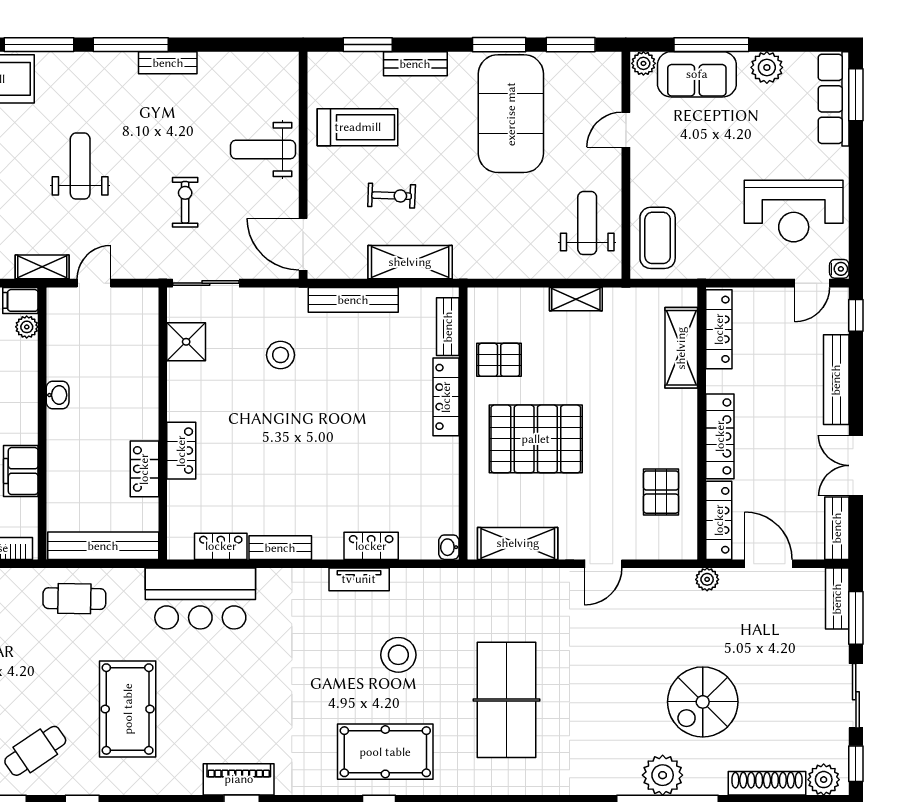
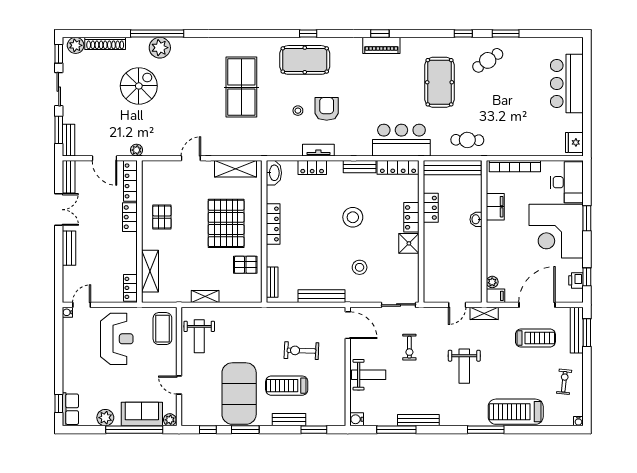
window: (131, 45) -> (396, 430), moved
window: (571, 45) -> (208, 430), width x0.67
window: (711, 45) -> (134, 430), width x1.46
bench: (168, 63) -> (418, 420), width x1.36
water cooler: (286, 64) -> (357, 419), added
window: (856, 95) -> (59, 403), width x0.67
row of seats: (834, 99) -> (70, 409), width x0.68
treadmill: (358, 127) -> (287, 386), moved
door: (626, 130) -> (179, 385), swing flipped
exercise bike: (392, 196) -> (301, 351), width x1.38, depth x1.39
reception desk: (794, 211) -> (117, 339), moved, turned 90
shelving: (410, 262) -> (292, 316), removed
window: (856, 315) -> (59, 288), removed
locker: (719, 329) -> (130, 288), width x0.66
shower: (186, 342) -> (409, 243), moved
bench: (836, 380) -> (69, 248), width x0.73
washbasin: (58, 395) -> (476, 219), moved
locker: (446, 397) -> (273, 224), moved
locker: (720, 436) -> (130, 217), width x0.66
pallet: (536, 439) -> (226, 223), turned 90
stool: (293, 451) -> (353, 217), added
pallet: (661, 492) -> (162, 217), moved
locker: (221, 546) -> (398, 167), width x1.53
washbasin: (449, 547) -> (274, 173), width x1.91, depth x1.45
stool: (398, 655) -> (298, 111), width x0.53, depth x0.53
armchair: (343, 658) -> (327, 109), added

